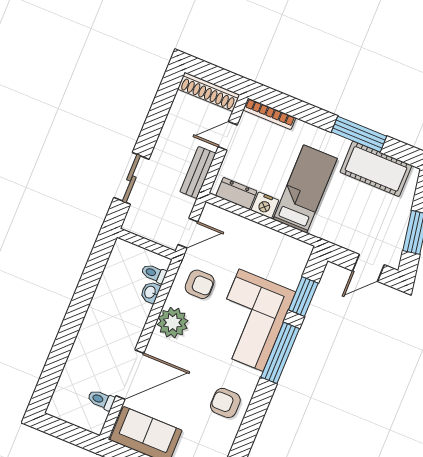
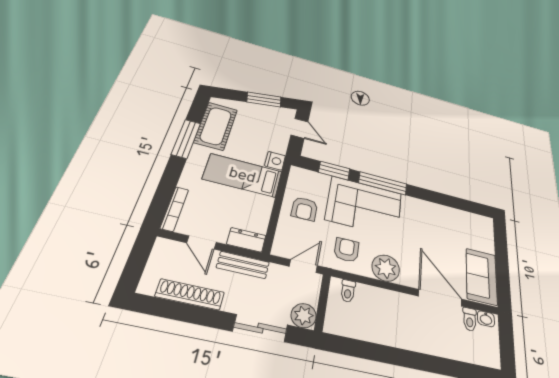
shoe rack: (209, 92) -> (190, 294), moved, turned -90
dresser: (236, 193) -> (246, 240), moved, turned 90
nightstand: (265, 205) -> (275, 161), moved
plant: (136, 222) -> (304, 316), added
door: (188, 233) -> (303, 266), hinge flipped
washbasin: (150, 292) -> (486, 319), moved
armchair: (225, 403) -> (304, 209), moved

